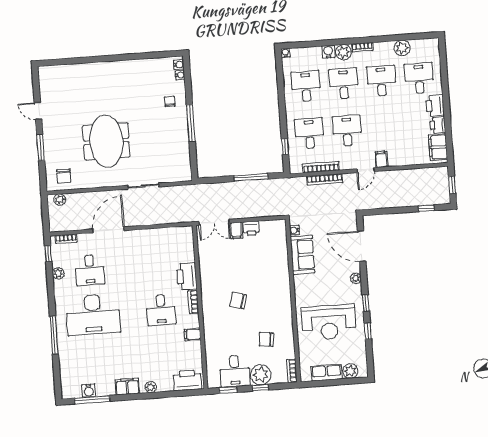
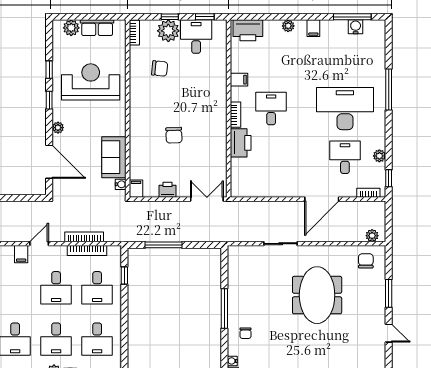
filing cabinet: (236, 230) -> (136, 189), moved
chair: (238, 301) -> (174, 135), moved, turned 72
filing cabinet: (127, 387) -> (313, 28), width x0.50

